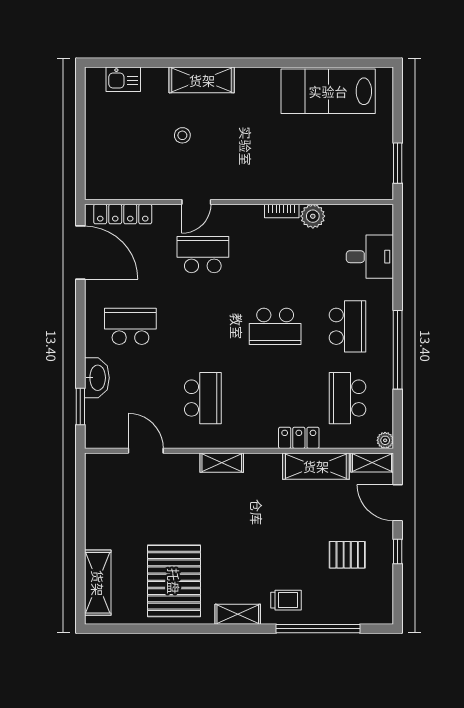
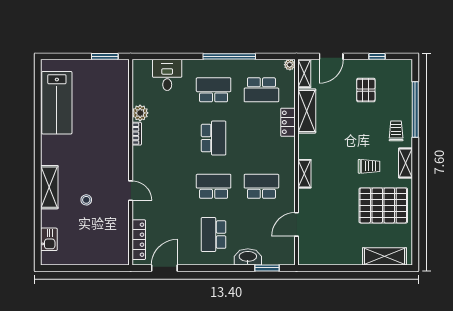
door: (80, 252) -> (164, 268), width x0.73
school desk: (203, 255) -> (214, 186), moved, turned 90
window: (398, 551) -> (377, 56), moved
trolley: (233, 560) -> (369, 166), added

